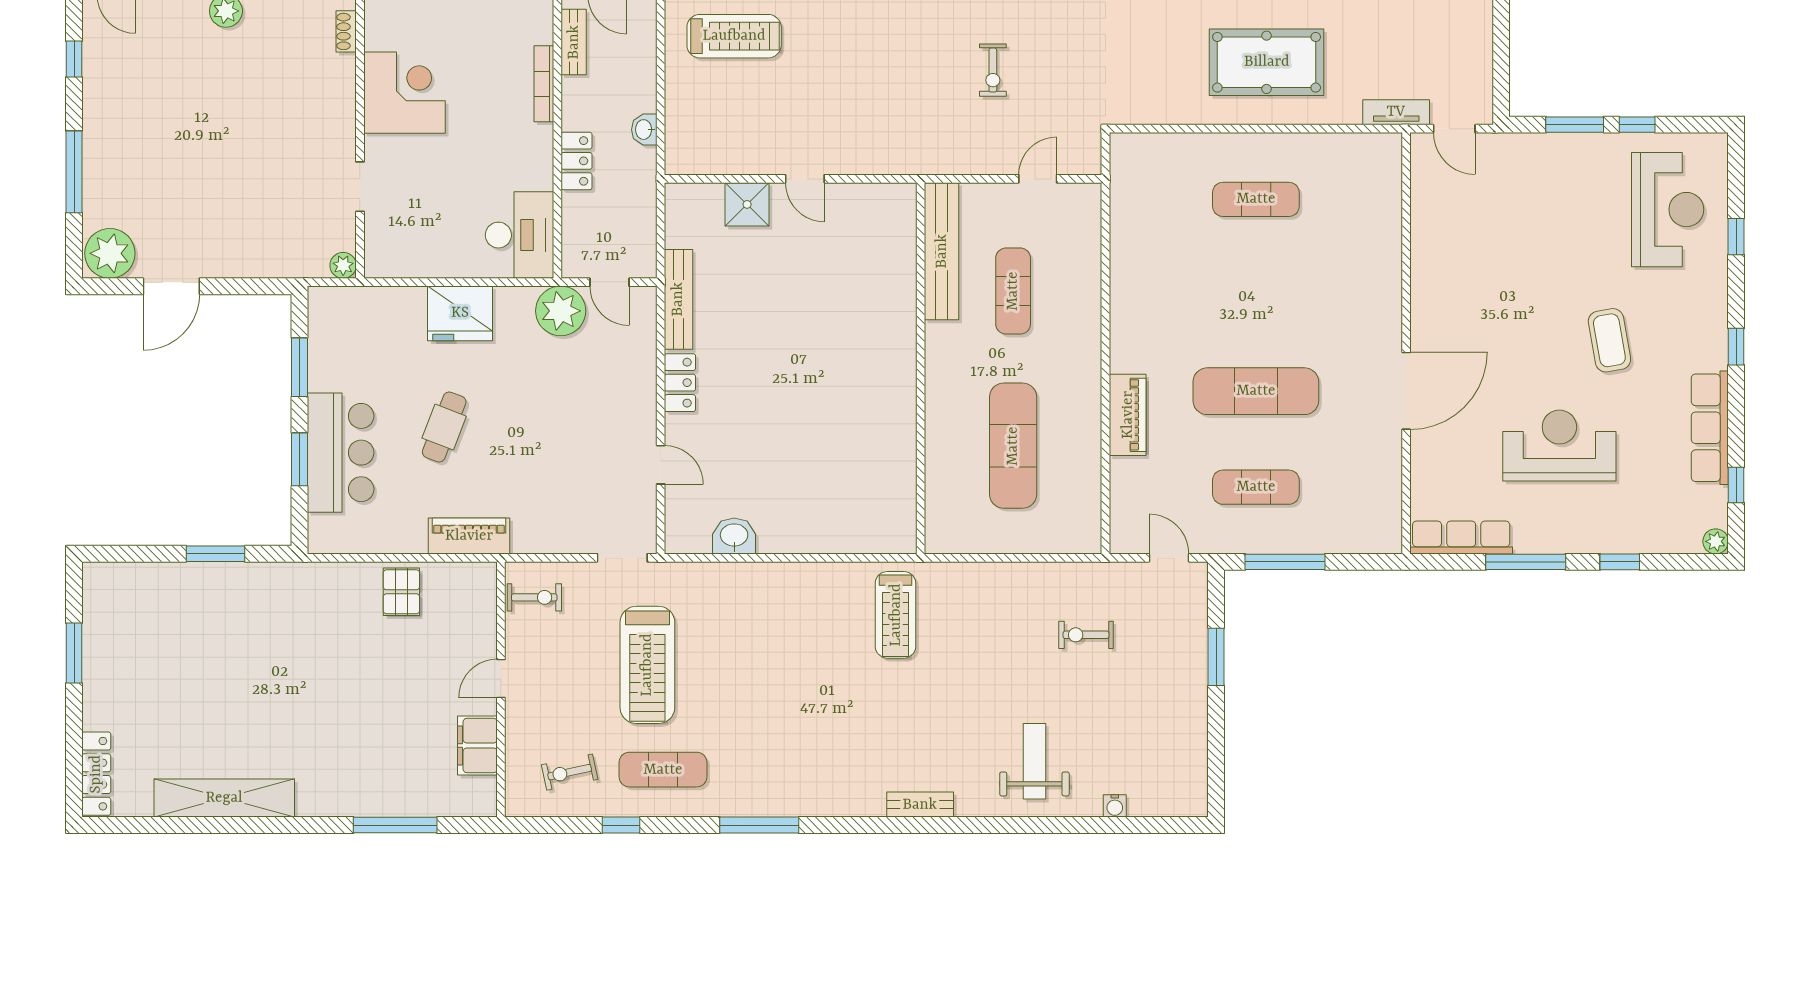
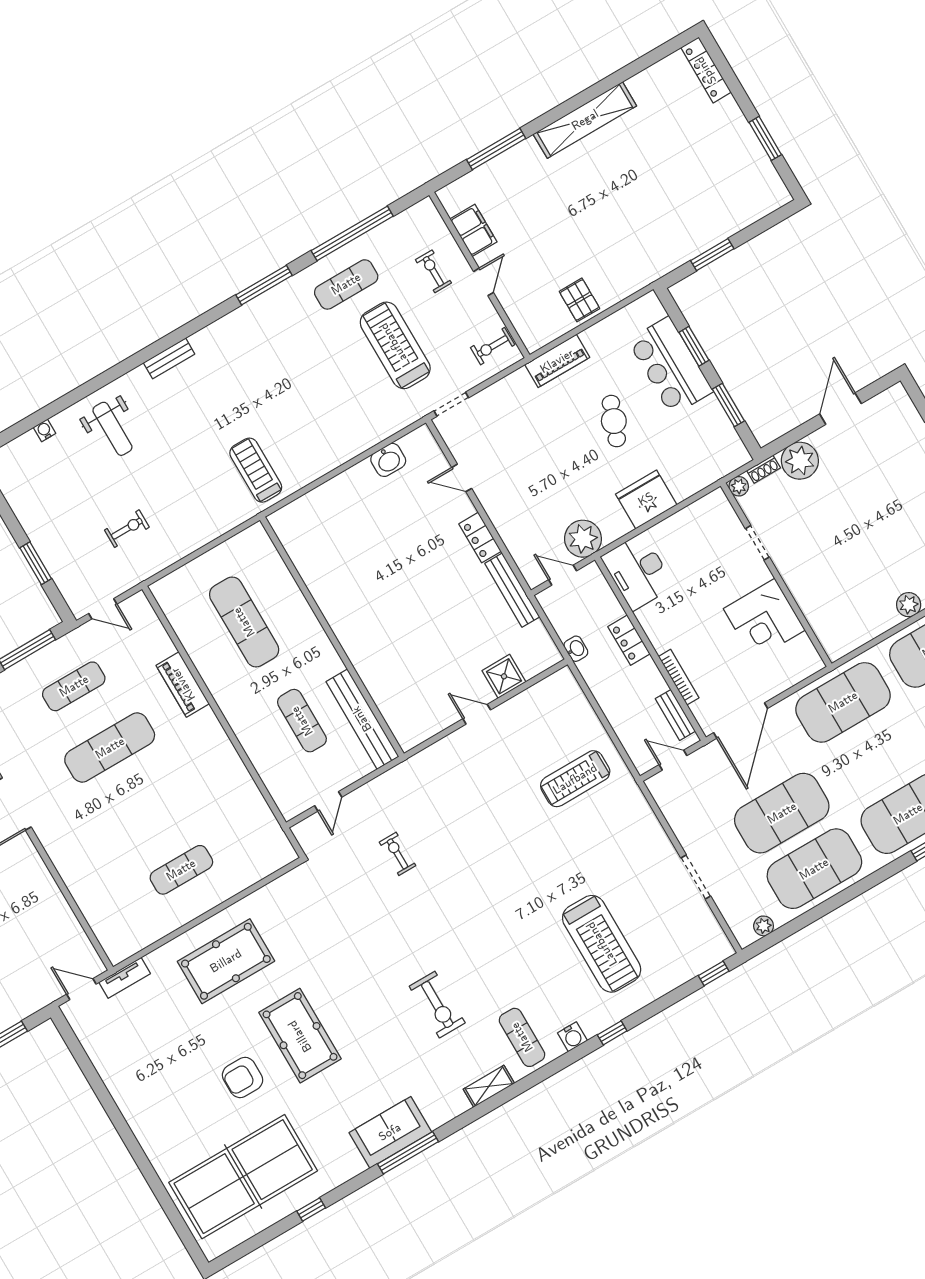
shoe rack: (346, 31) -> (764, 469), moved, turned 90
washbasin: (644, 130) -> (576, 649), moved
plant: (110, 253) -> (800, 461), moved
exercise bike: (570, 772) -> (433, 271), moved, turned -78
shelving: (224, 798) -> (585, 120), moved
window: (621, 825) -> (352, 233), width x3.17

